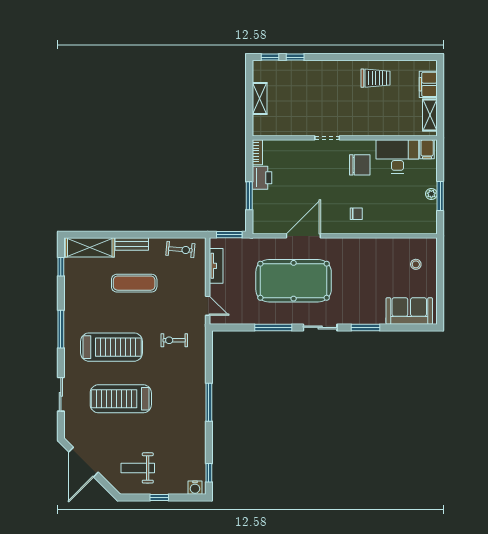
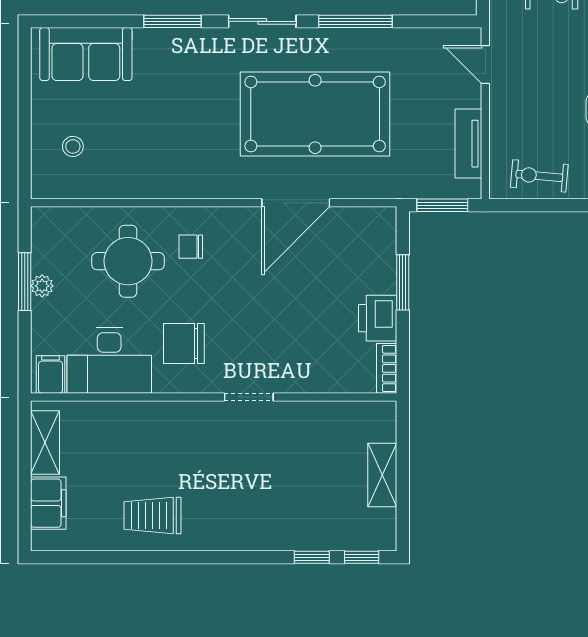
round table: (388, 206) -> (128, 261), added

